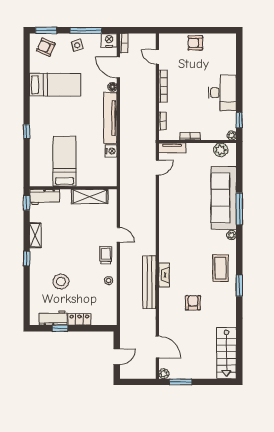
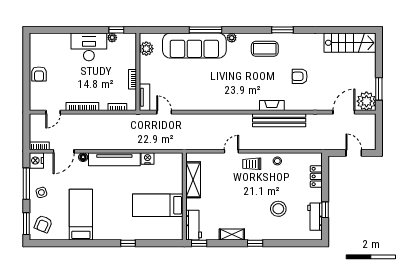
plant: (232, 135) -> (112, 38), moved
locker: (79, 319) -> (316, 176), moved
plant: (164, 374) -> (366, 101), width x1.87, depth x1.87

